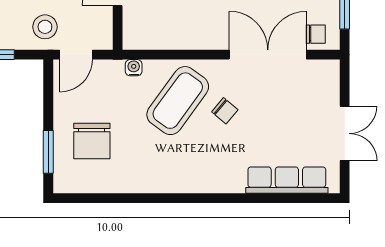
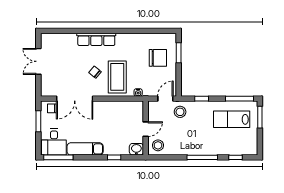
coffee table: (178, 101) -> (117, 77), turned -36
chair: (92, 141) -> (158, 58), turned 90
row of seats: (287, 180) -> (96, 39), moved

